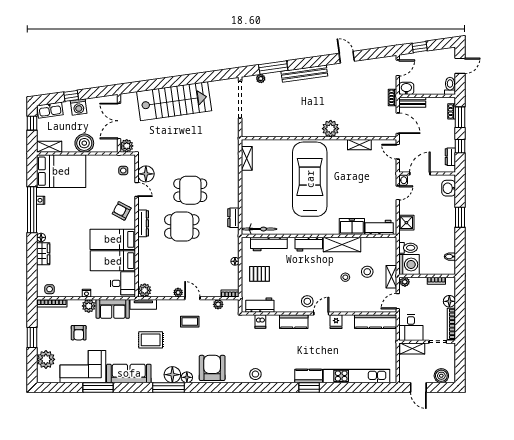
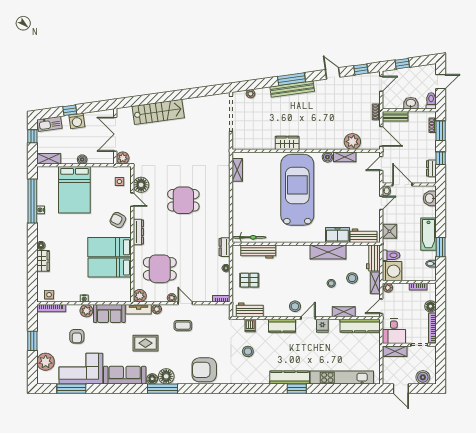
window: (376, 53) -> (361, 69), added
window: (273, 67) -> (292, 79), moved
washbasin: (406, 88) -> (411, 103), moved
stairs: (174, 101) -> (158, 112), width x0.73, depth x0.66
plant: (331, 129) -> (352, 142), moved
wardrobe: (299, 130) -> (287, 143), added
boiler: (84, 143) -> (82, 159), width x0.54, depth x0.54
boiler: (341, 145) -> (327, 157), added
door: (398, 152) -> (381, 163), hinge flipped
bed: (61, 171) -> (74, 190), moved, turned 90
door: (420, 174) -> (402, 184), hinge flipped
window: (32, 210) -> (32, 201), moved
window: (460, 217) -> (441, 247), moved
dresser: (233, 218) -> (224, 247), moved
dining table: (182, 226) -> (160, 269), moved
bathtub: (447, 226) -> (428, 234), added
workbench: (309, 244) -> (373, 258), moved, turned 90
desk: (123, 283) -> (119, 289), removed
plant: (218, 304) -> (157, 309), moved
shelving: (358, 307) -> (344, 312), added
armchair: (212, 368) -> (204, 370), turned -90
stool: (255, 374) -> (248, 351), moved
kitchen counter: (309, 376) -> (290, 378), width x1.50
floor lamp: (187, 377) -> (152, 379), moved
window: (98, 388) -> (71, 389), moved

